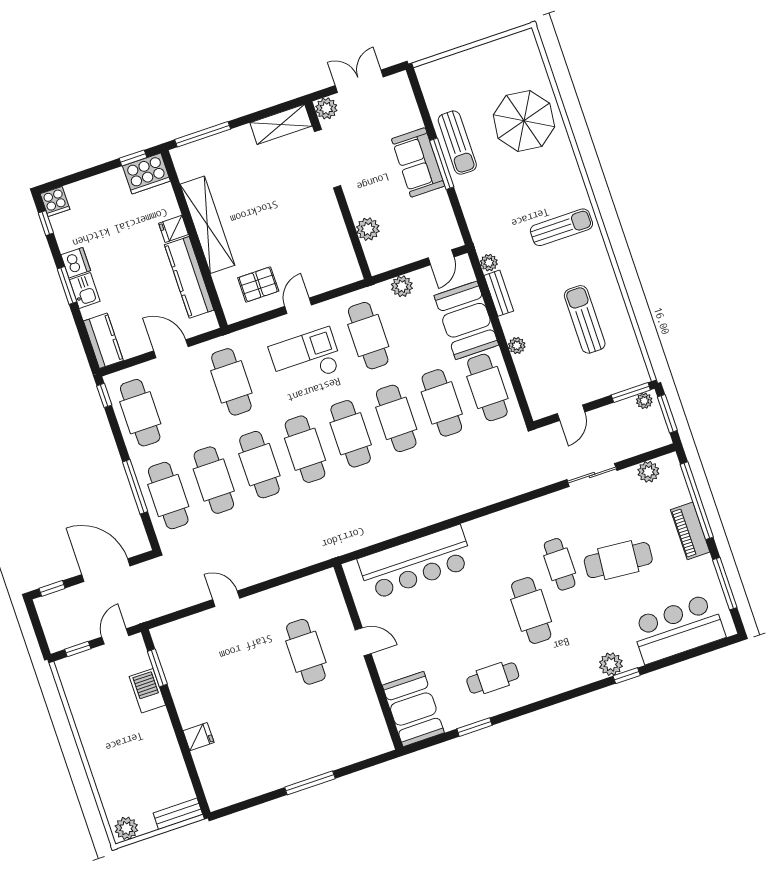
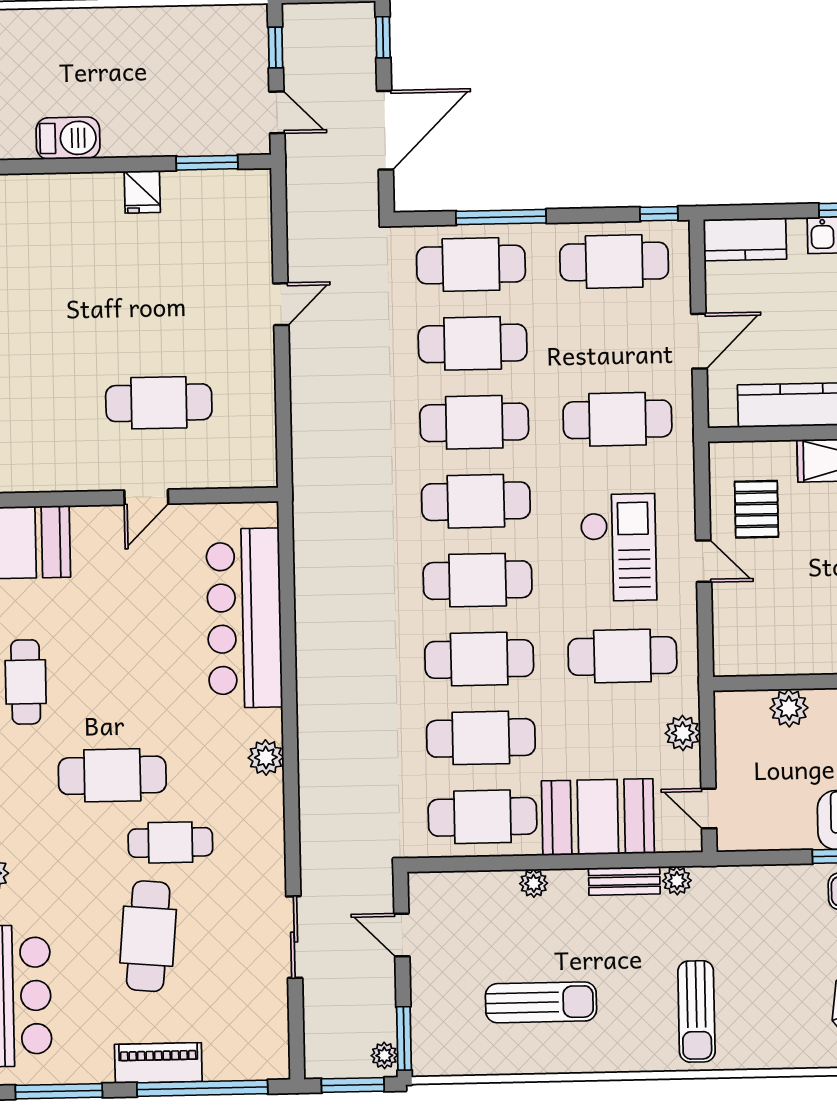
plant: (648, 472) -> (266, 757), moved
barbecue: (147, 691) -> (68, 138), moved
fridge: (199, 737) -> (142, 192), moved

